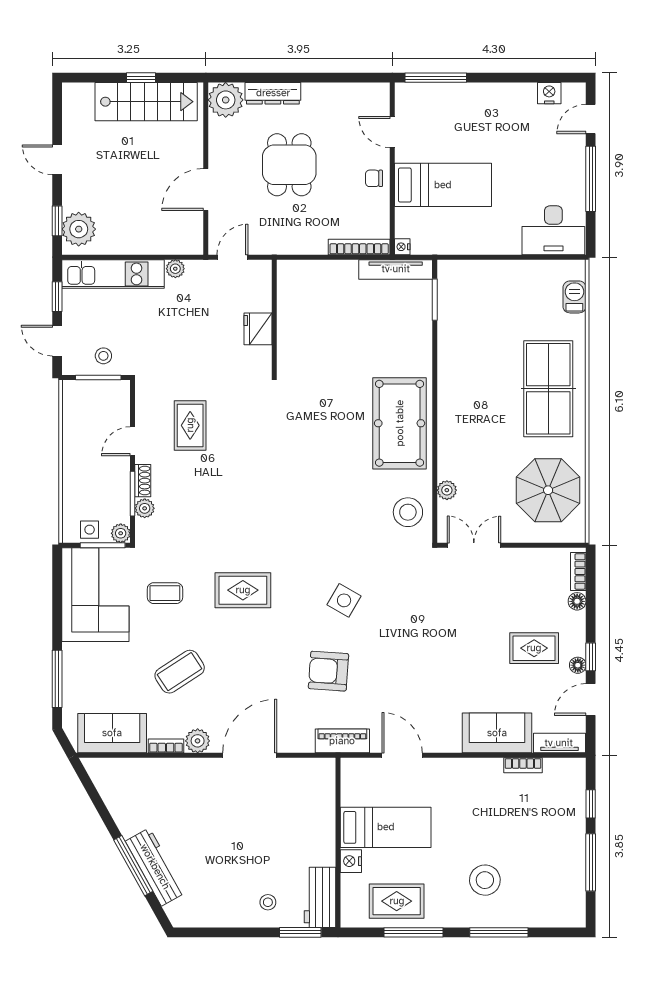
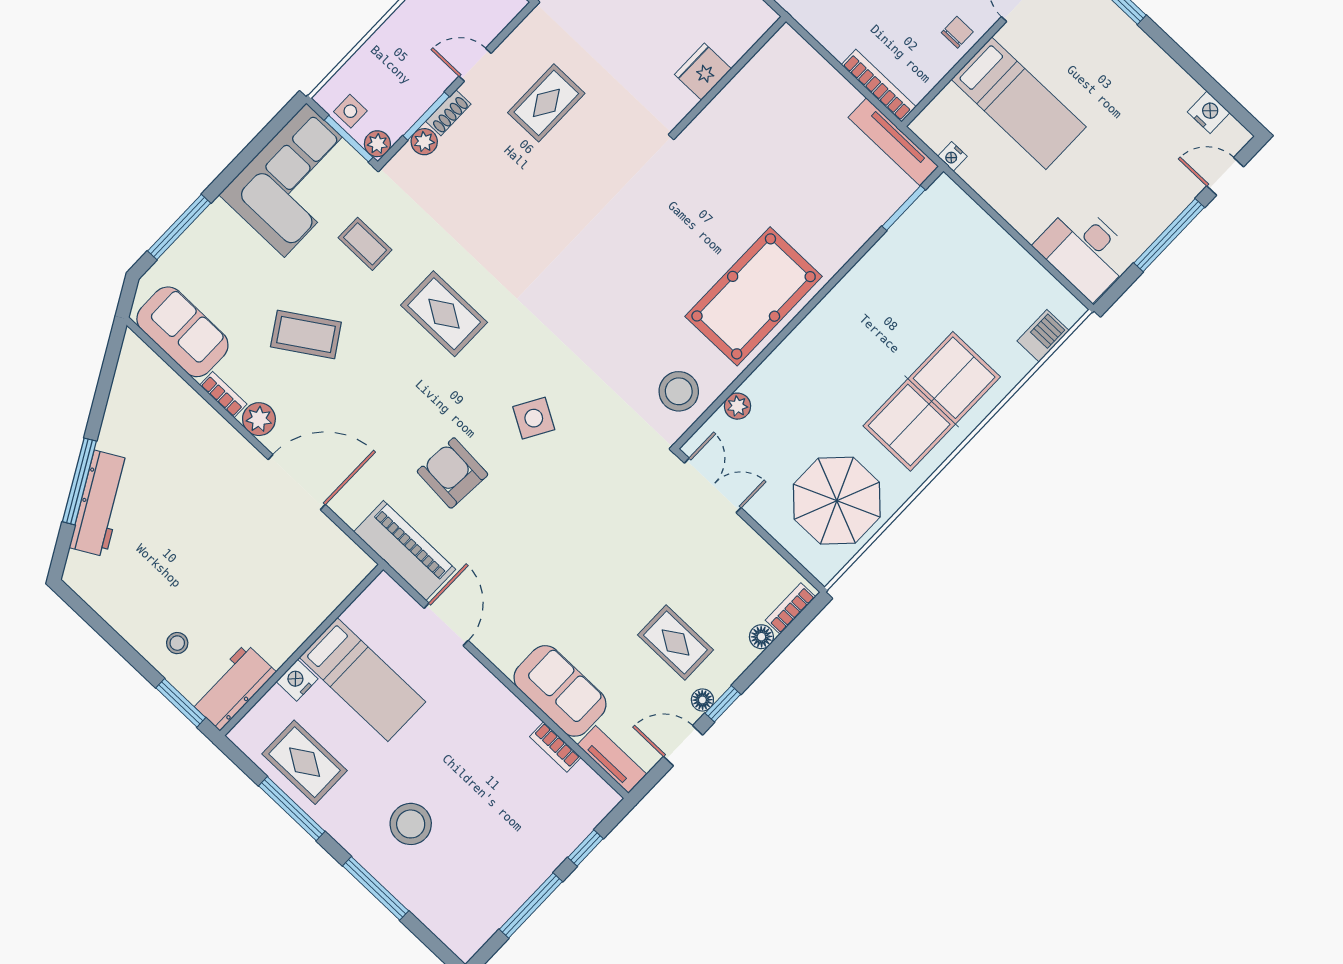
chair: (374, 178) -> (957, 32), turned 90
nightstand: (402, 247) -> (952, 156), moved, turned -90
piano: (342, 741) -> (405, 551), width x1.37, depth x1.33

